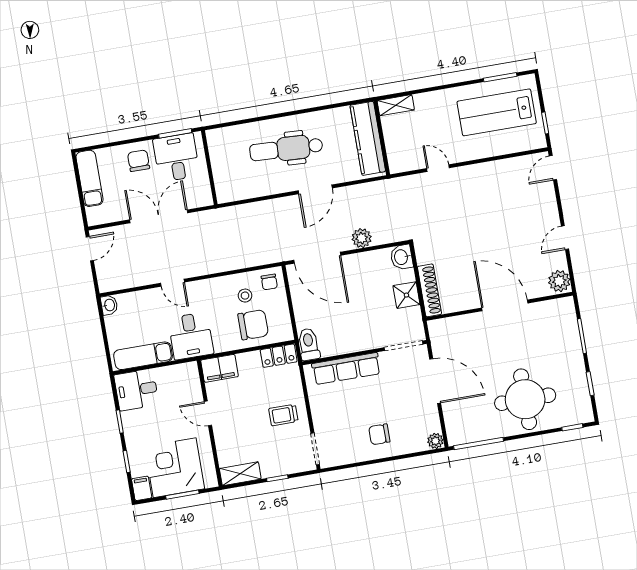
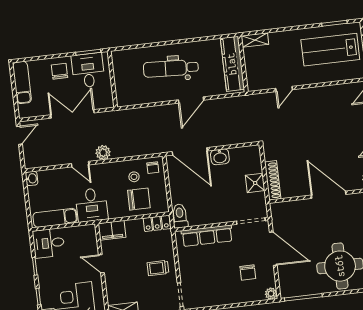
door: (438, 168) -> (284, 89), swing flipped
plant: (362, 238) -> (103, 153), moved
washbasin: (402, 257) -> (220, 157), moved, turned -90
chair: (379, 434) -> (248, 272), moved, turned -90

